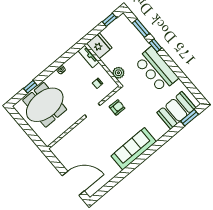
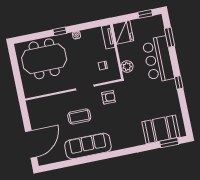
window: (155, 45) -> (179, 82), moved
bar counter: (156, 70) -> (158, 59), moved
window: (30, 87) -> (60, 31), moved
coffee table: (101, 137) -> (79, 116), added
sofa: (134, 149) -> (88, 146), moved
door: (73, 183) -> (31, 144), hinge flipped

